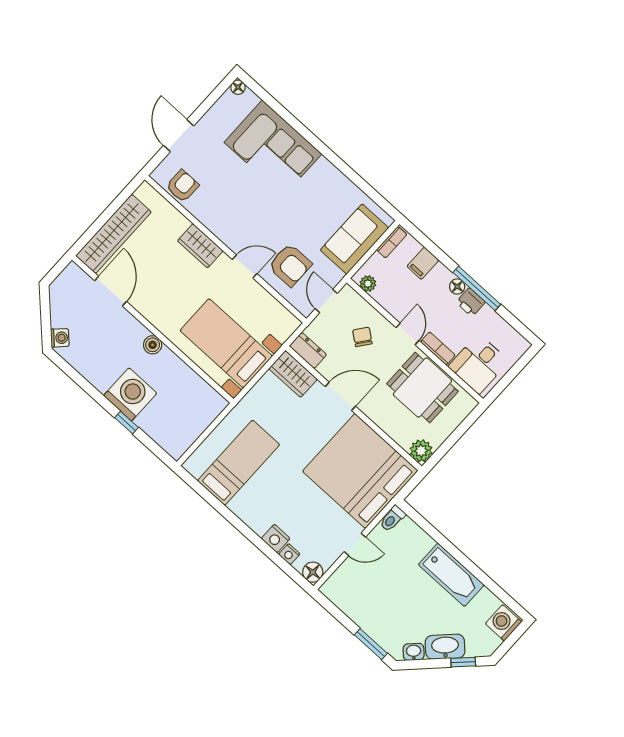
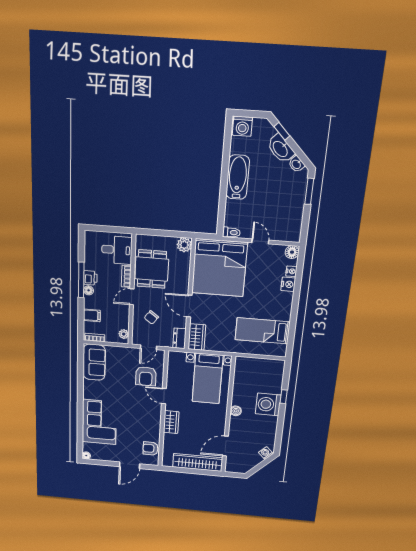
sofa: (354, 239) -> (94, 362), moved, turned -90
armchair: (290, 265) -> (146, 376), turned 180

